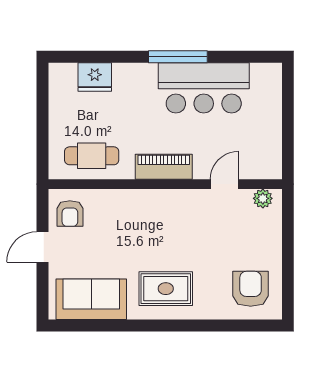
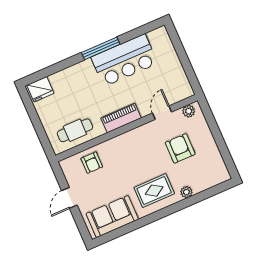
fridge: (95, 77) -> (40, 89), moved
armchair: (70, 214) -> (92, 163), moved
armchair: (251, 289) -> (180, 148), moved
plant: (210, 310) -> (186, 192), added

